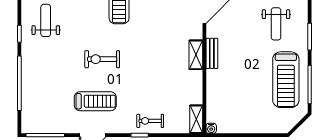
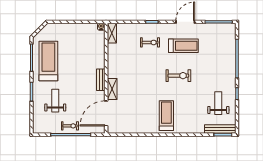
weight bench: (46, 20) -> (218, 103), turned 180
shelving: (196, 55) -> (112, 89), moved
treadmill: (95, 101) -> (183, 46), turned 180
exercise bike: (150, 121) -> (150, 42), moved

